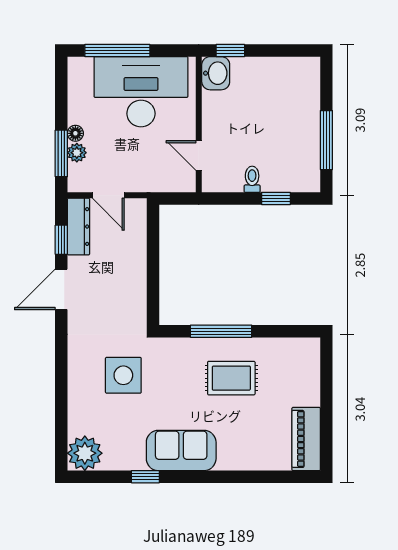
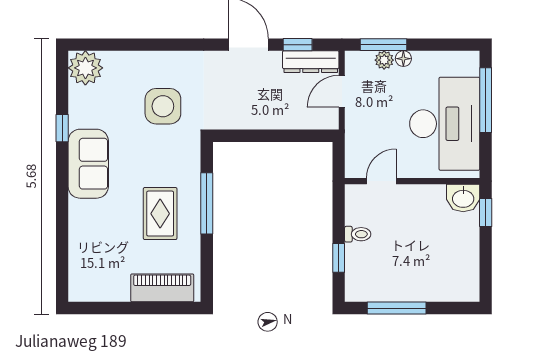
piano: (306, 439) -> (162, 288), moved

